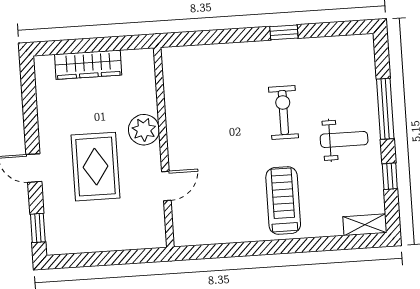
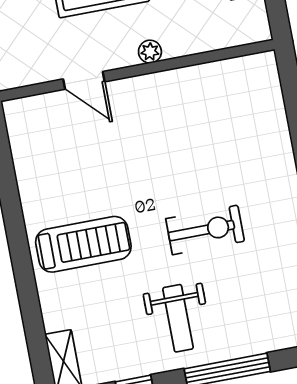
plant: (144, 130) -> (150, 52), width x0.53, depth x0.53

